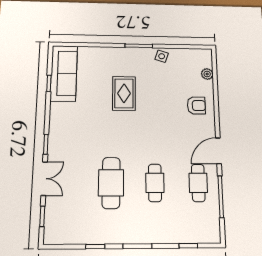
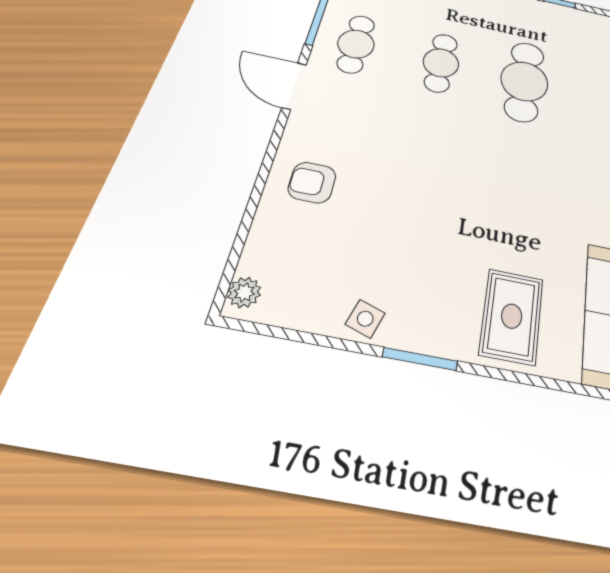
plant: (207, 74) -> (244, 292), moved
rug: (124, 93) -> (512, 316), moved
door: (218, 151) -> (294, 86), swing flipped

